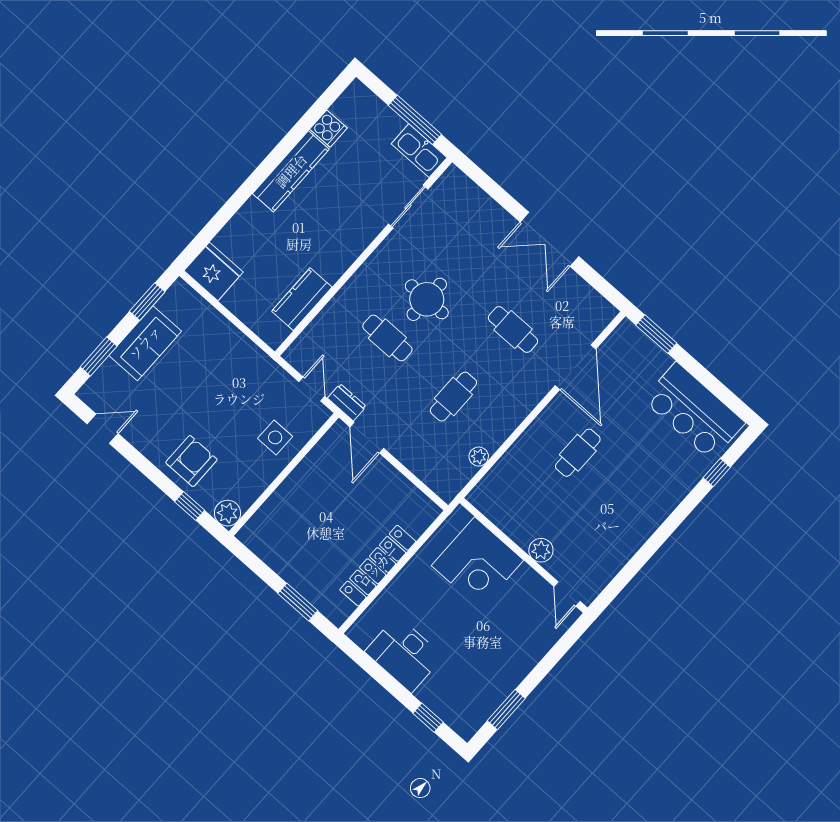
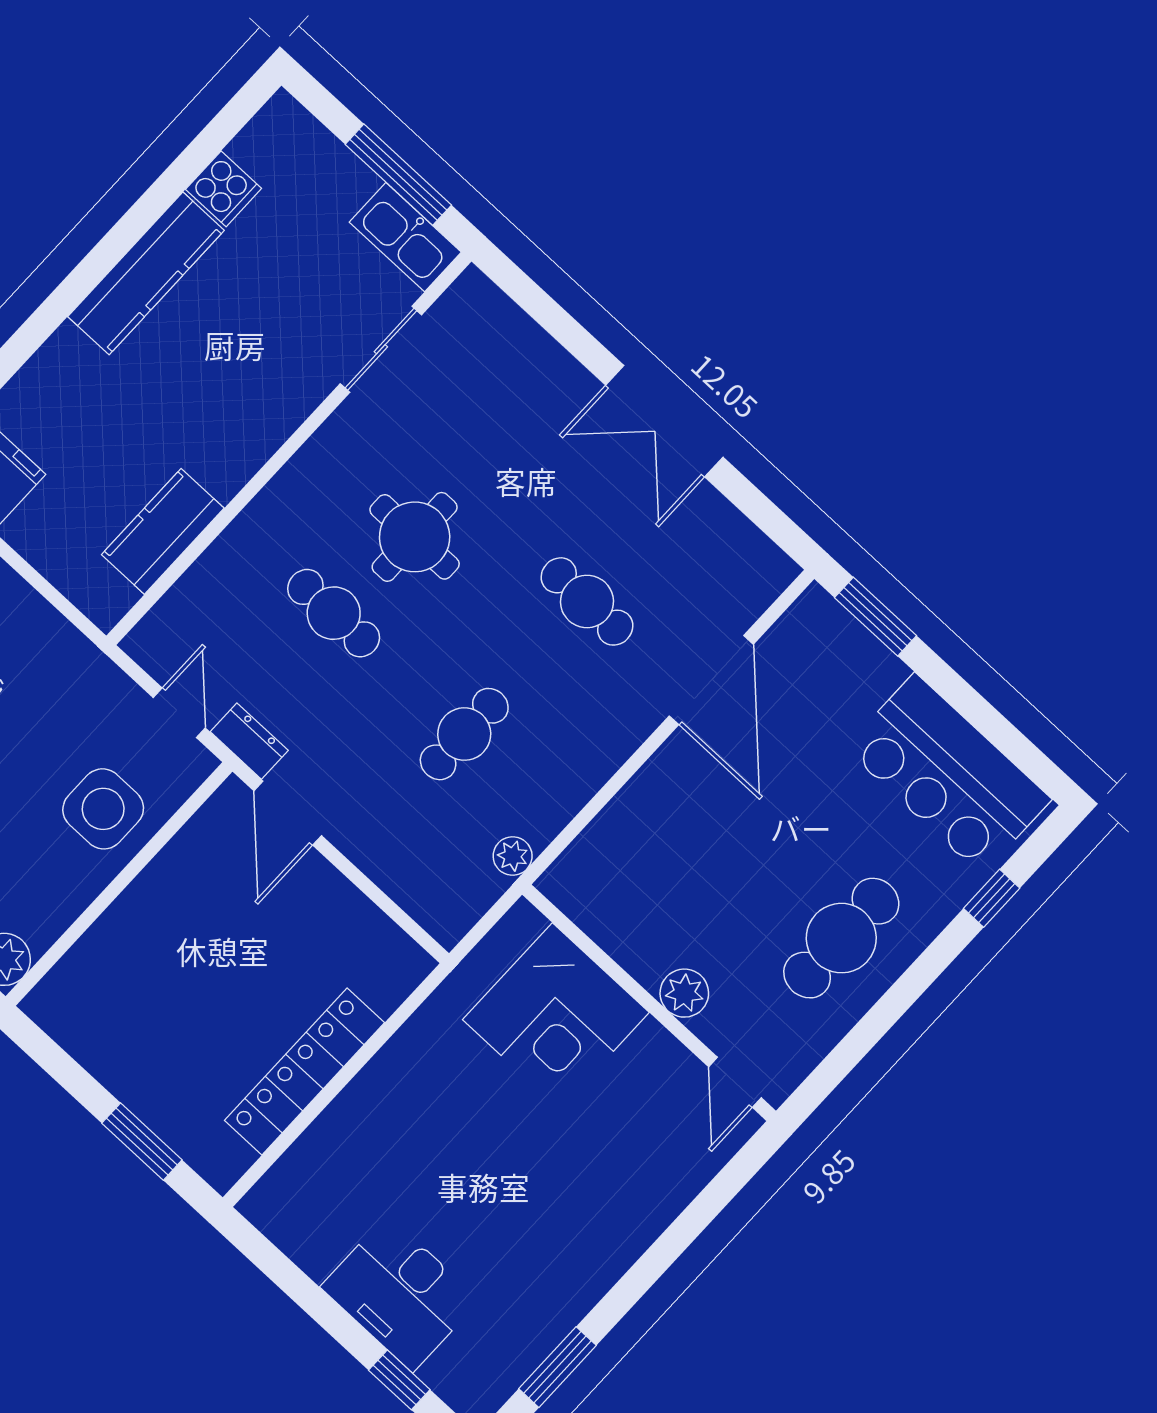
side table: (275, 437) -> (103, 809), width x1.37, depth x1.37
cafe table: (578, 453) -> (841, 938), moved, width x1.37, depth x1.35
plant: (541, 550) -> (684, 993), moved
wall: (523, 555) -> (649, 1003), moved
corner desk: (477, 563) -> (556, 1016), moved
door: (567, 594) -> (735, 1082), moved
desk: (404, 654) -> (400, 1294), moved

